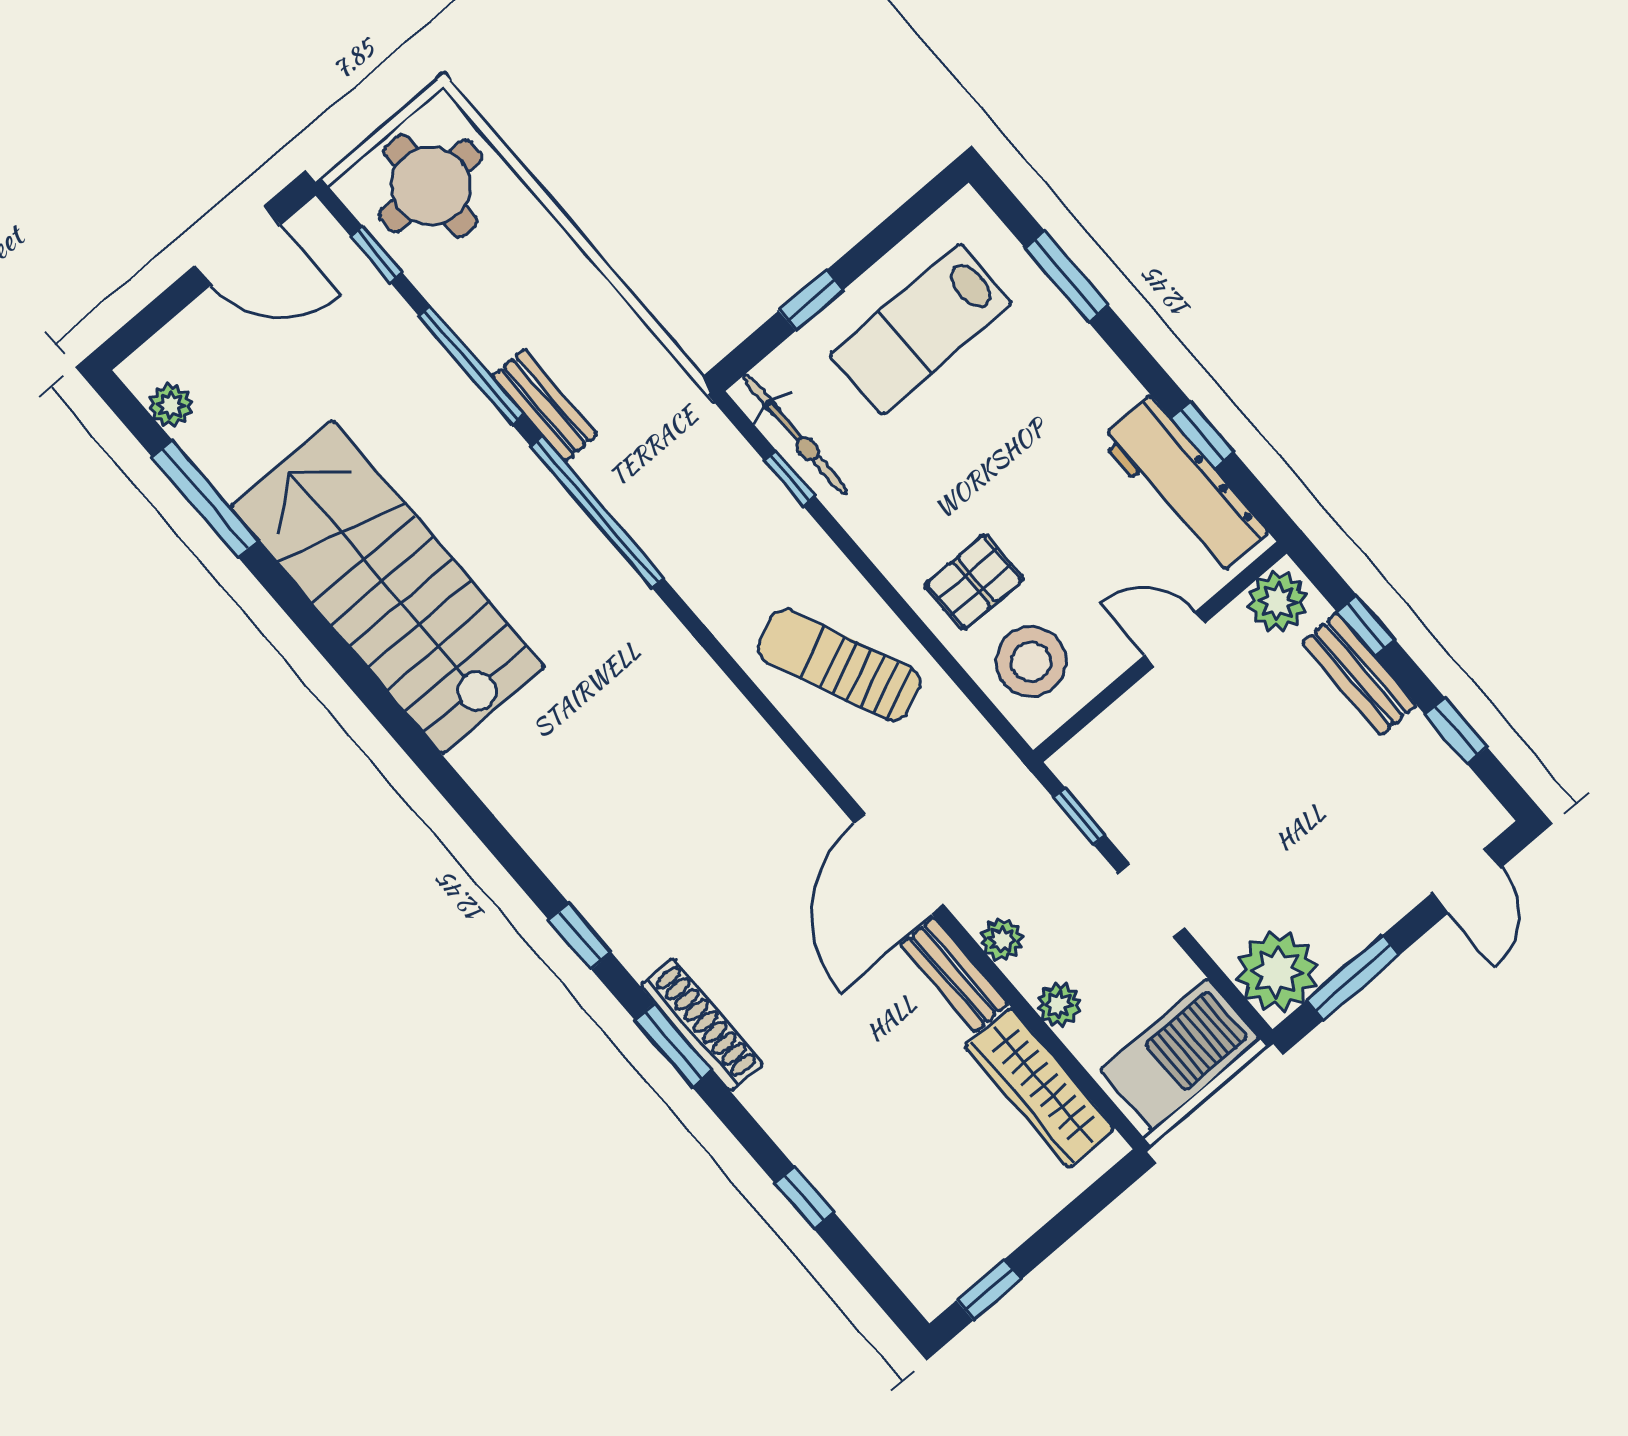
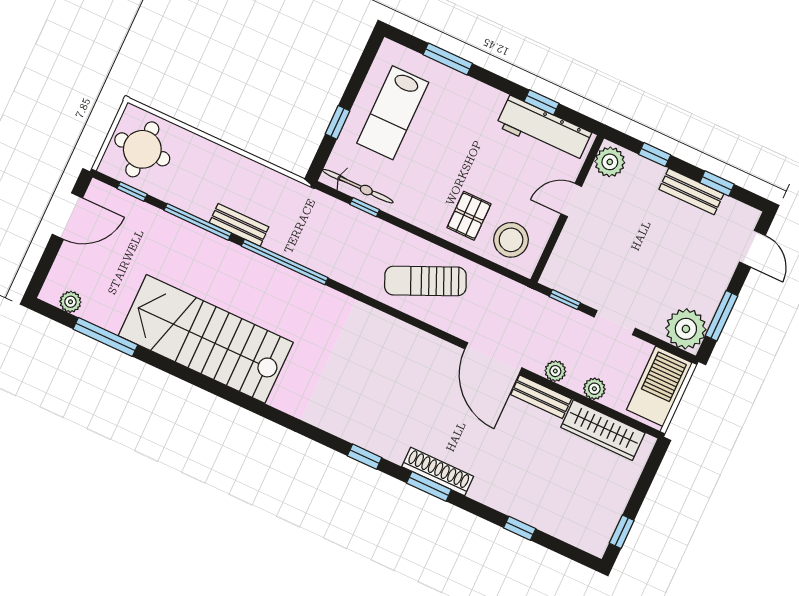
bench: (1359, 674) -> (691, 192), moved

